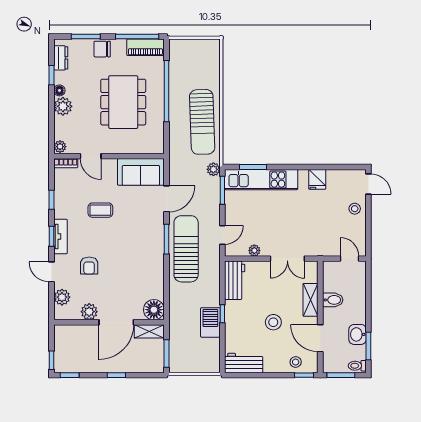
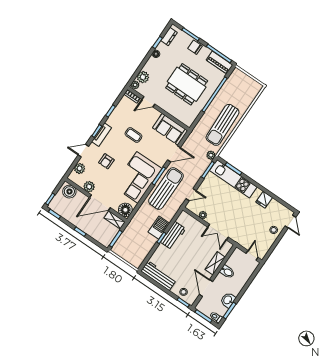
dining table: (123, 102) -> (187, 84), turned 90
plant: (63, 106) -> (143, 77), moved
door: (91, 156) -> (148, 102), hinge flipped
corner sofa: (141, 259) -> (137, 177), added
door: (52, 272) -> (83, 151), hinge flipped
workbench: (235, 280) -> (173, 235), moved
barbecue: (210, 322) -> (159, 228), moved
stool: (273, 322) -> (186, 262), removed
boiler: (69, 334) -> (69, 192), added
workbench: (244, 363) -> (159, 276), width x1.38

